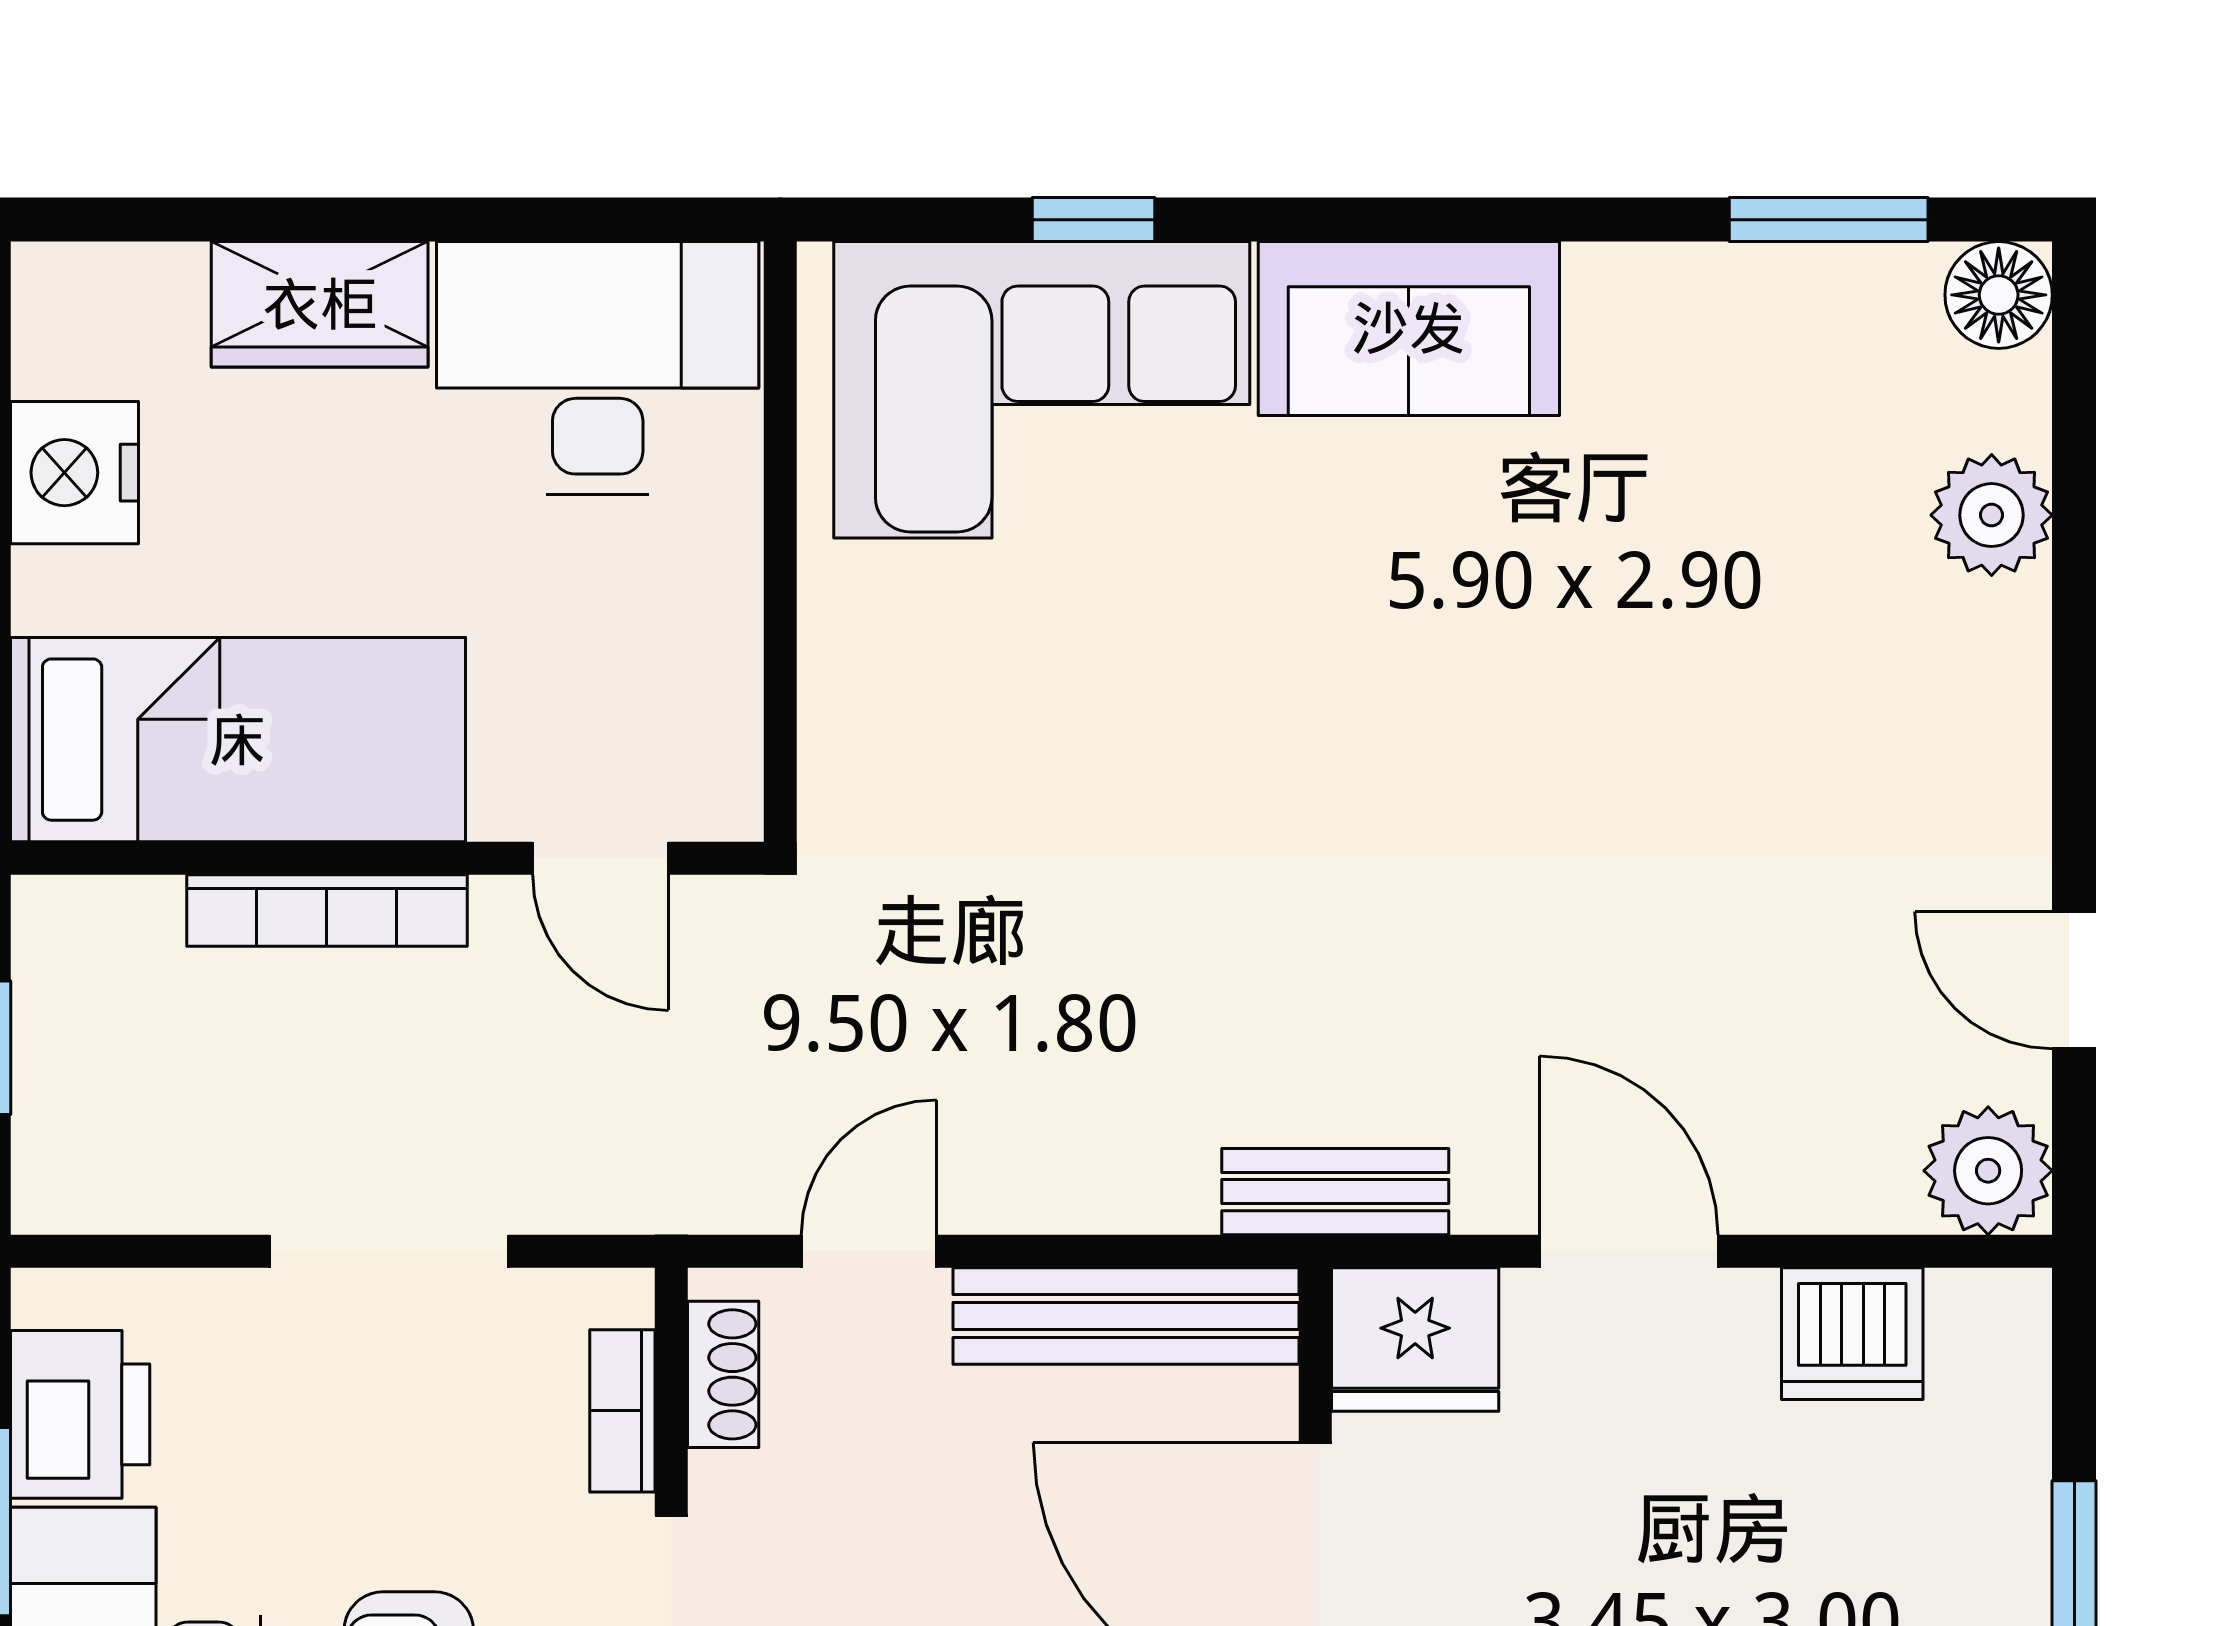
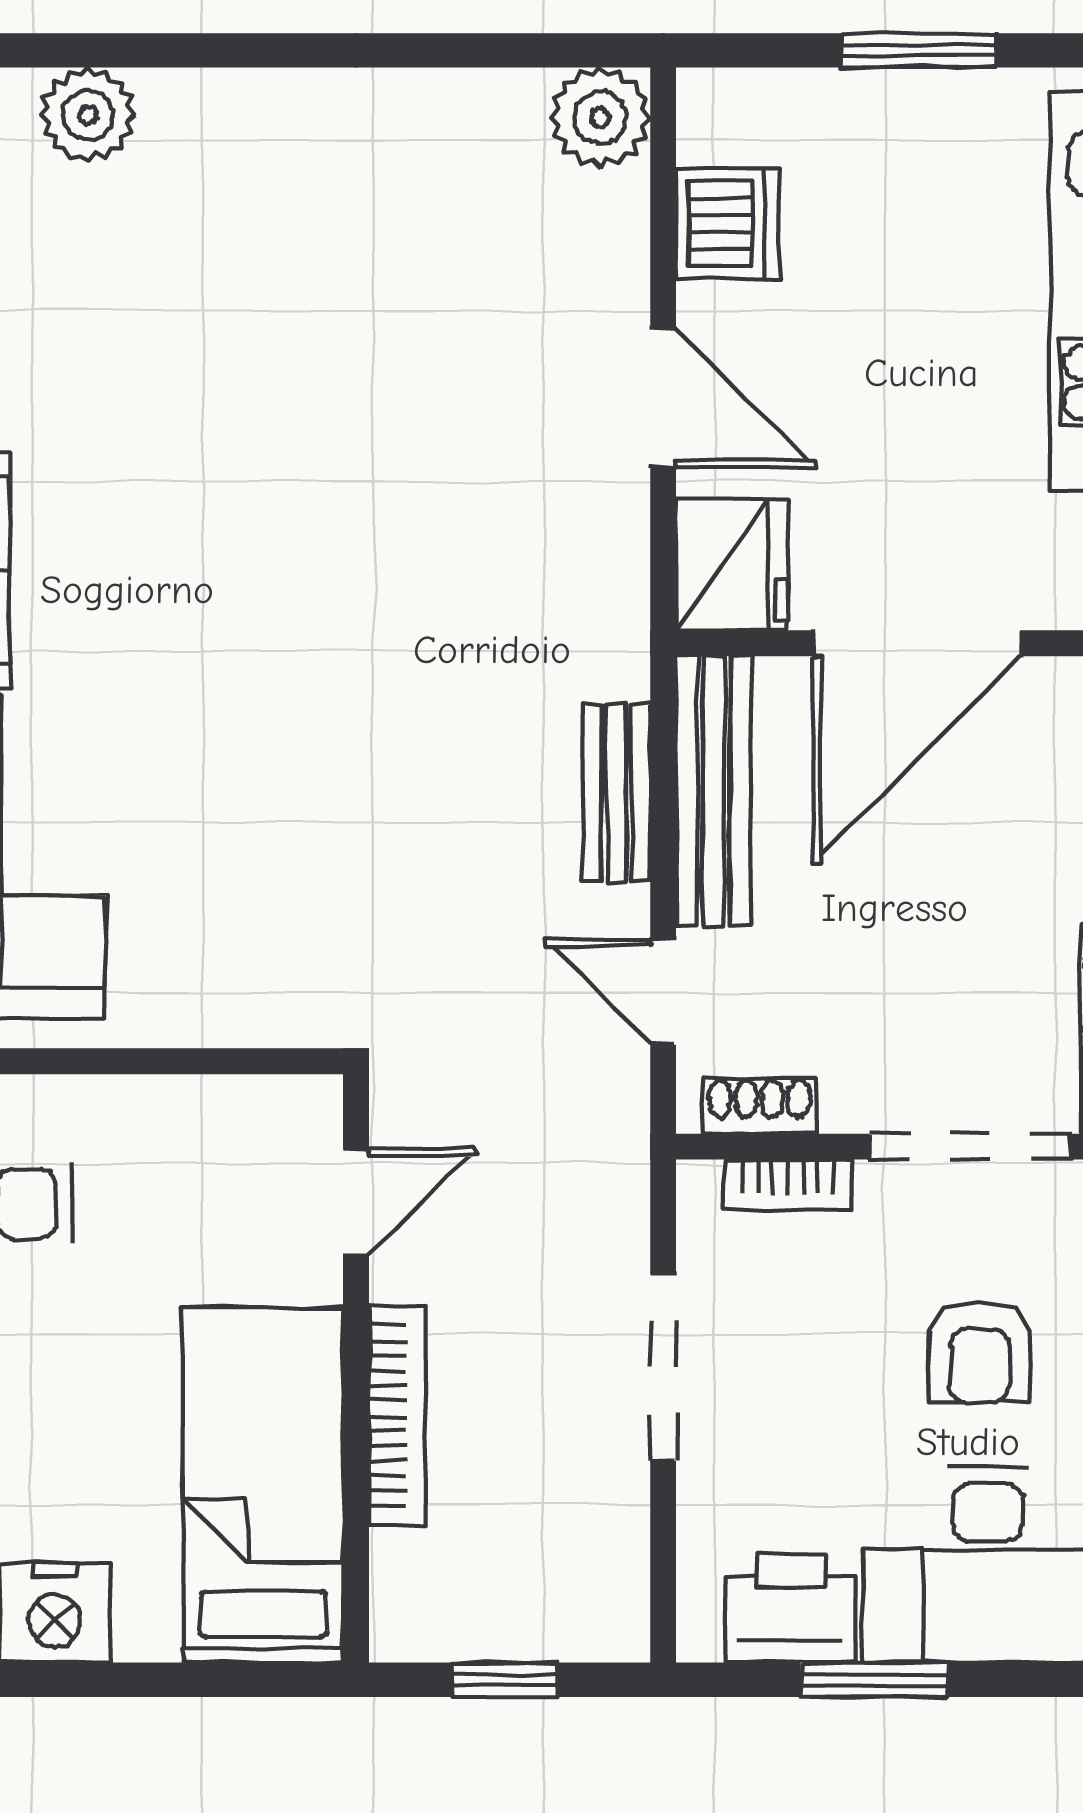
door: (2074, 980) -> (451, 50), removed
bench: (1335, 1192) -> (616, 792), moved
door: (1629, 1251) -> (663, 398), swing flipped

